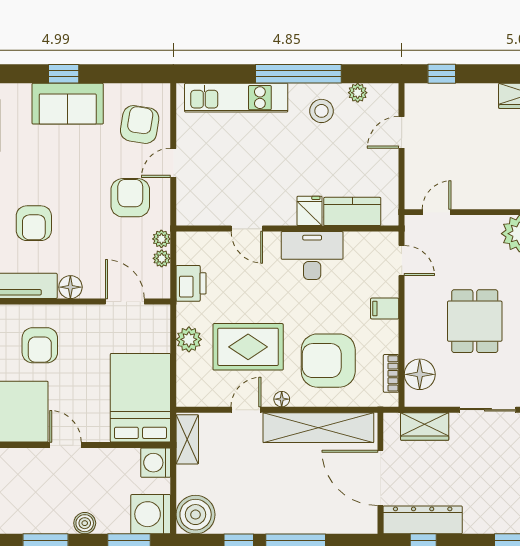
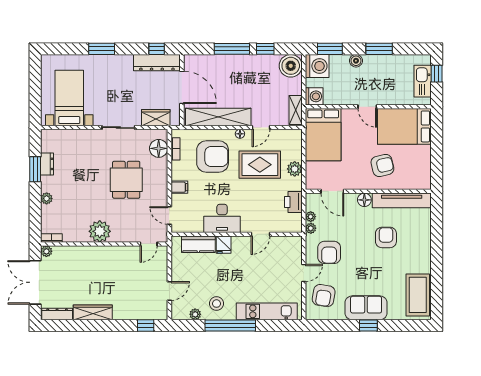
door: (247, 229) -> (260, 234), swing flipped
armchair: (40, 345) -> (382, 165), turned 77

